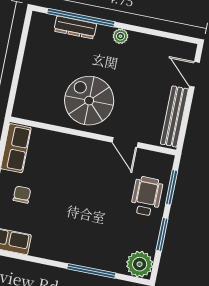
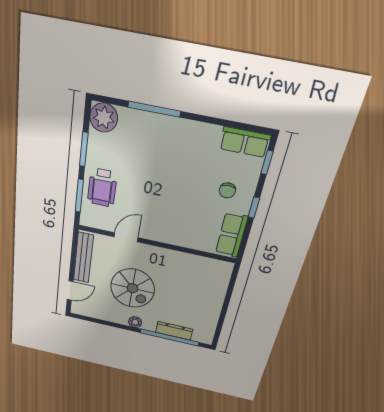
door: (194, 74) -> (70, 290), hinge flipped
spiral stairs: (89, 101) -> (133, 288), moved
door: (125, 142) -> (126, 237), hinge flipped

